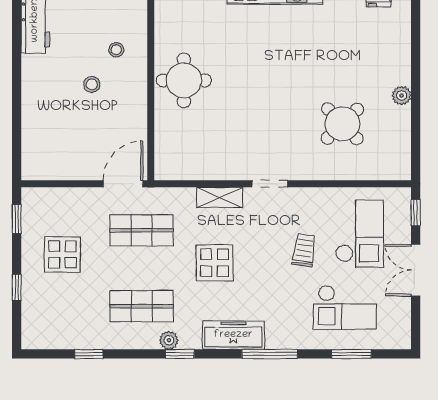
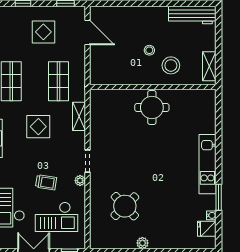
stool: (116, 50) -> (171, 65), width x1.89, depth x1.89
door: (123, 184) -> (87, 32), moved
plant: (301, 196) -> (80, 181), added
shelving: (220, 197) -> (79, 116), moved

